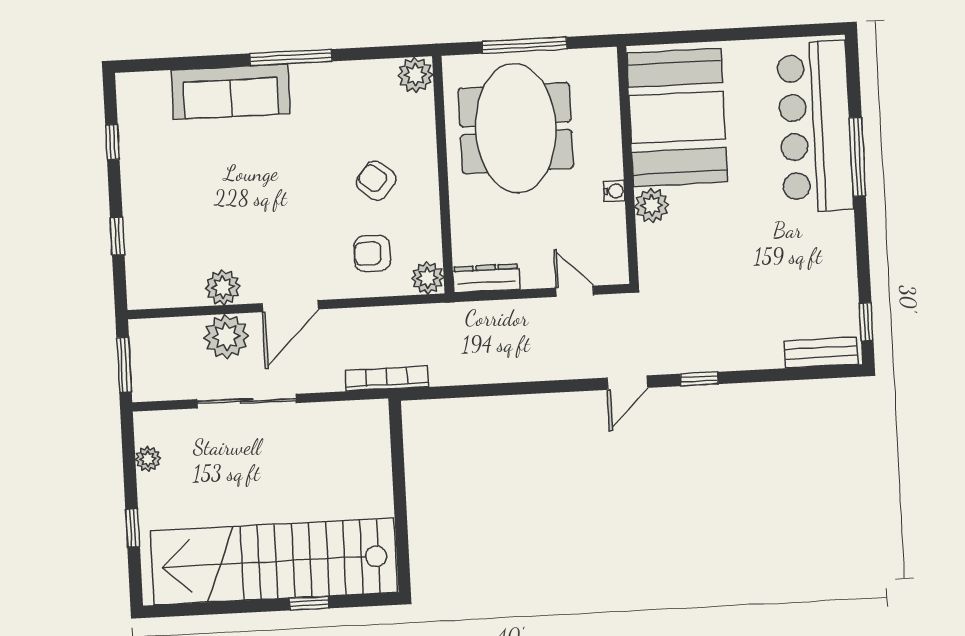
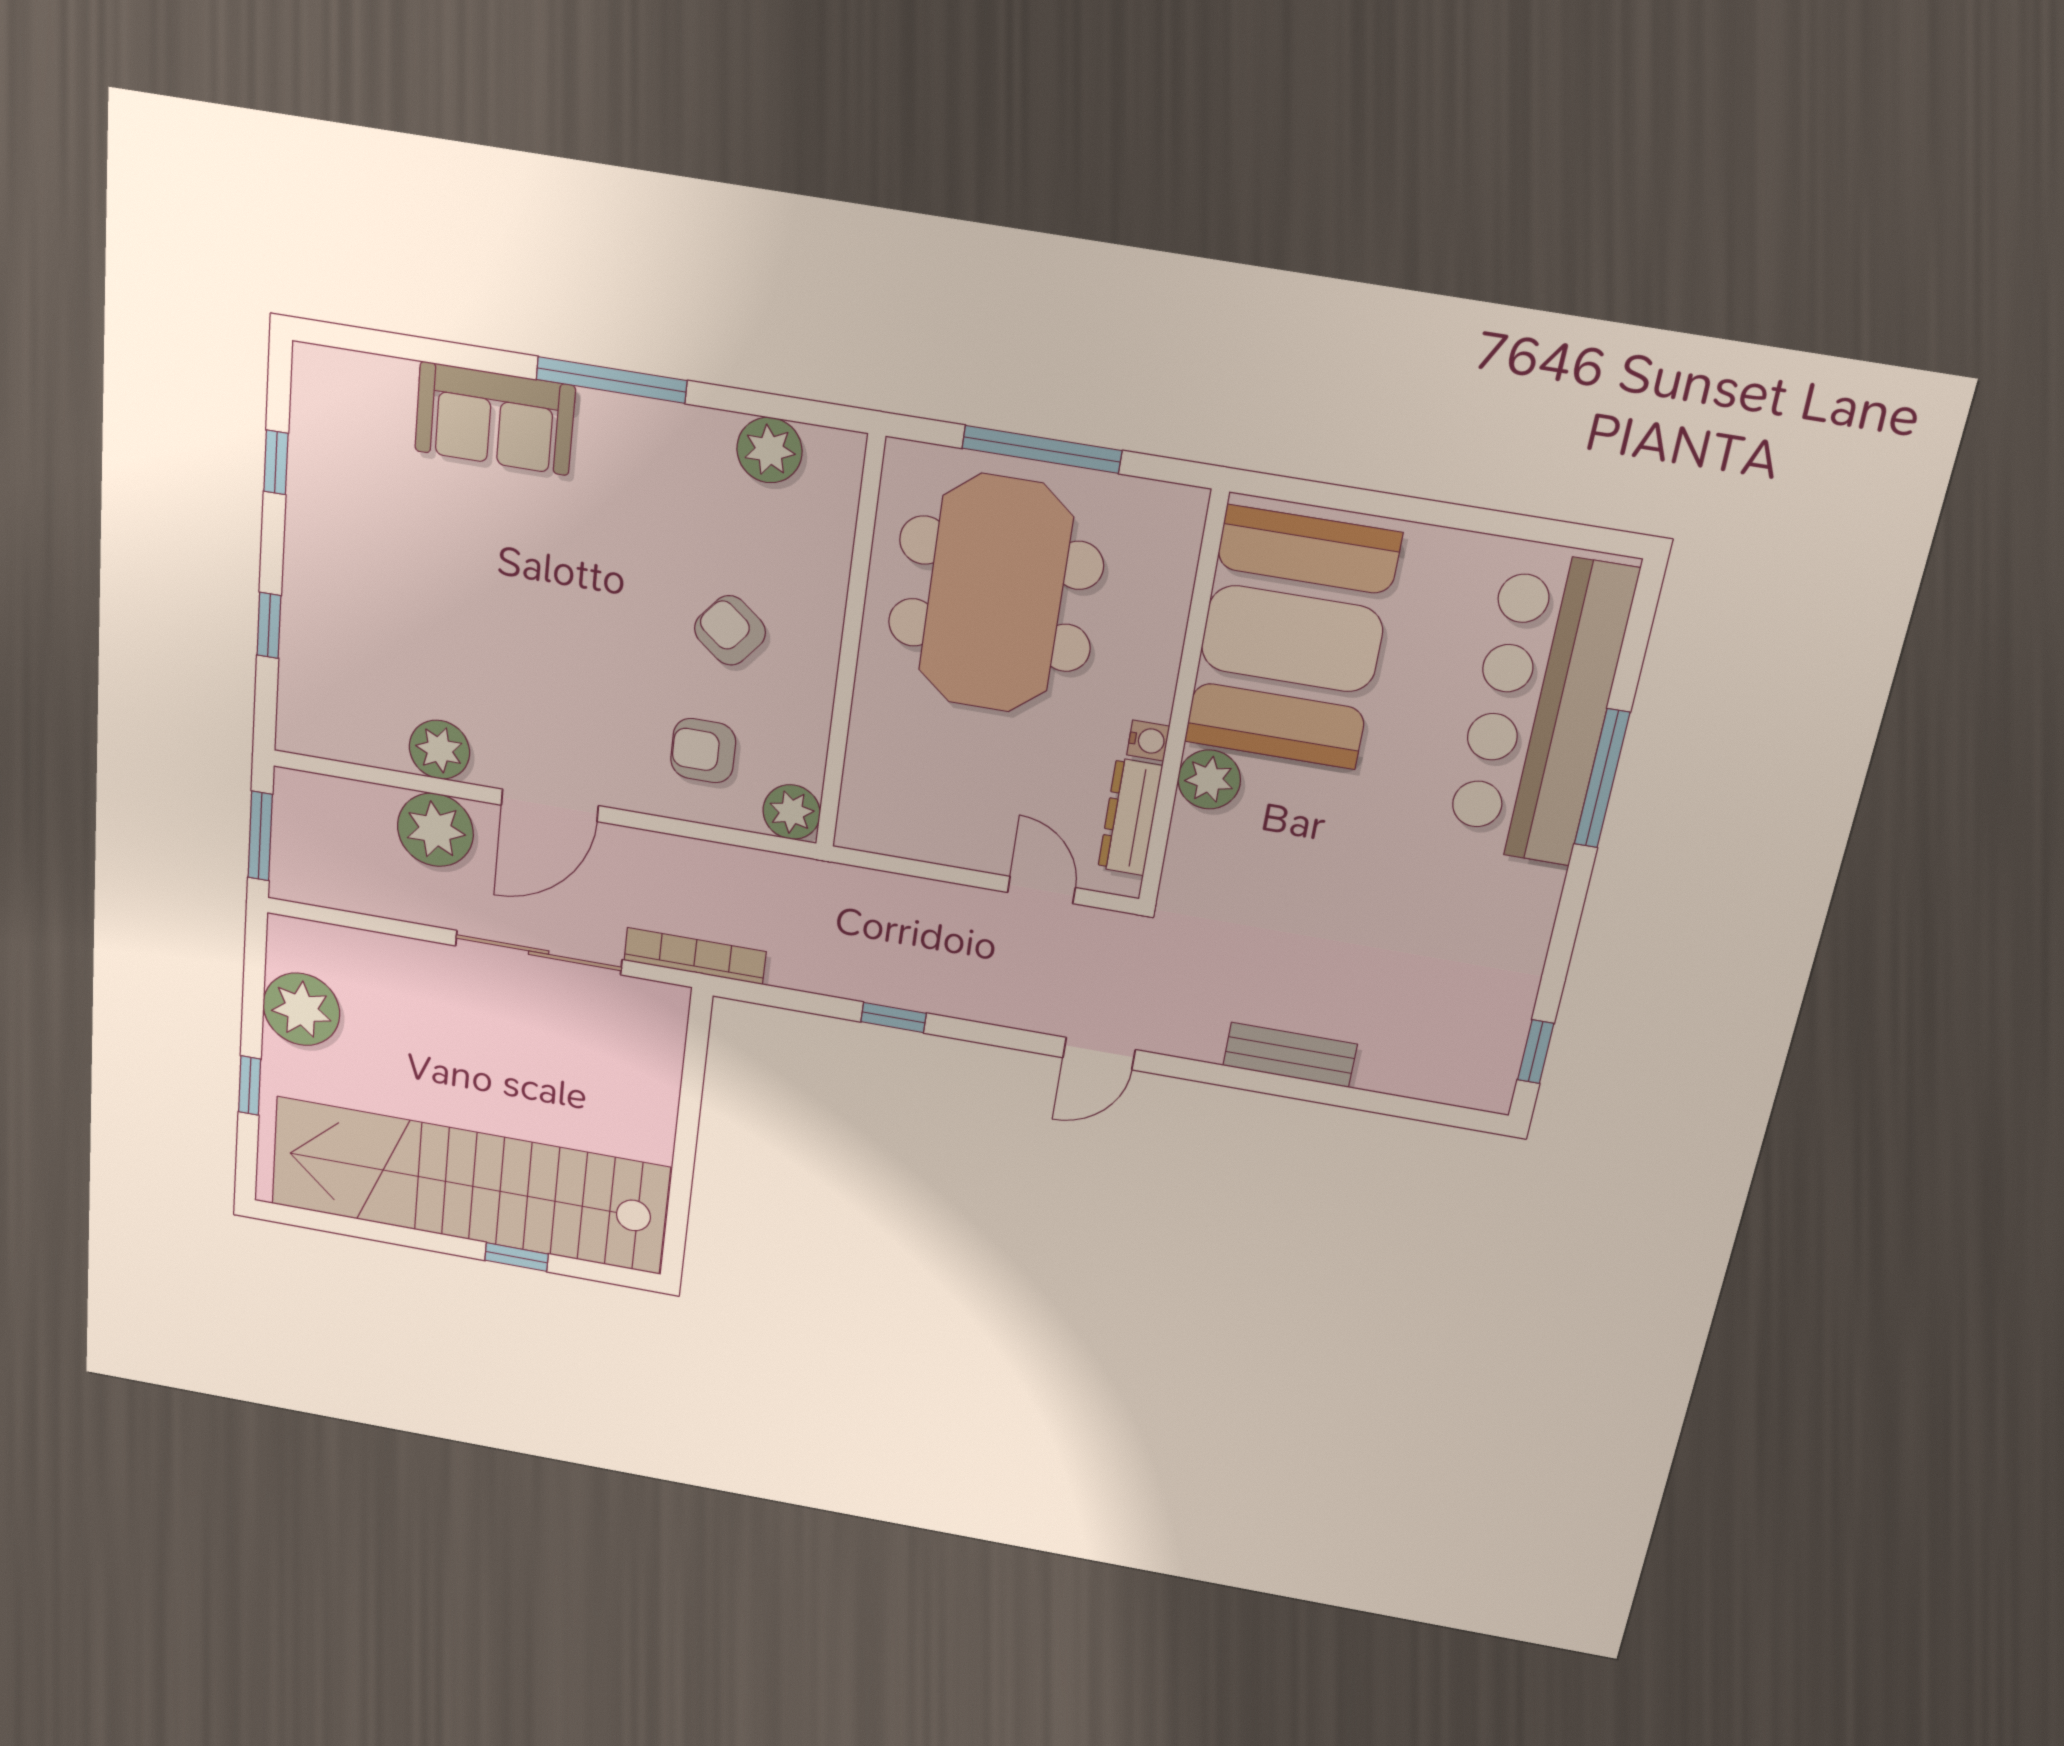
plant: (415, 75) -> (769, 450), moved
sofa: (231, 92) -> (495, 418), width x0.73
dresser: (486, 278) -> (1130, 817), moved, turned -90
bench: (821, 353) -> (1290, 1055), moved
window: (699, 379) -> (894, 1017), moved
sliding door: (247, 401) -> (539, 953), moved
plant: (148, 459) -> (301, 1009), width x1.88, depth x1.88

